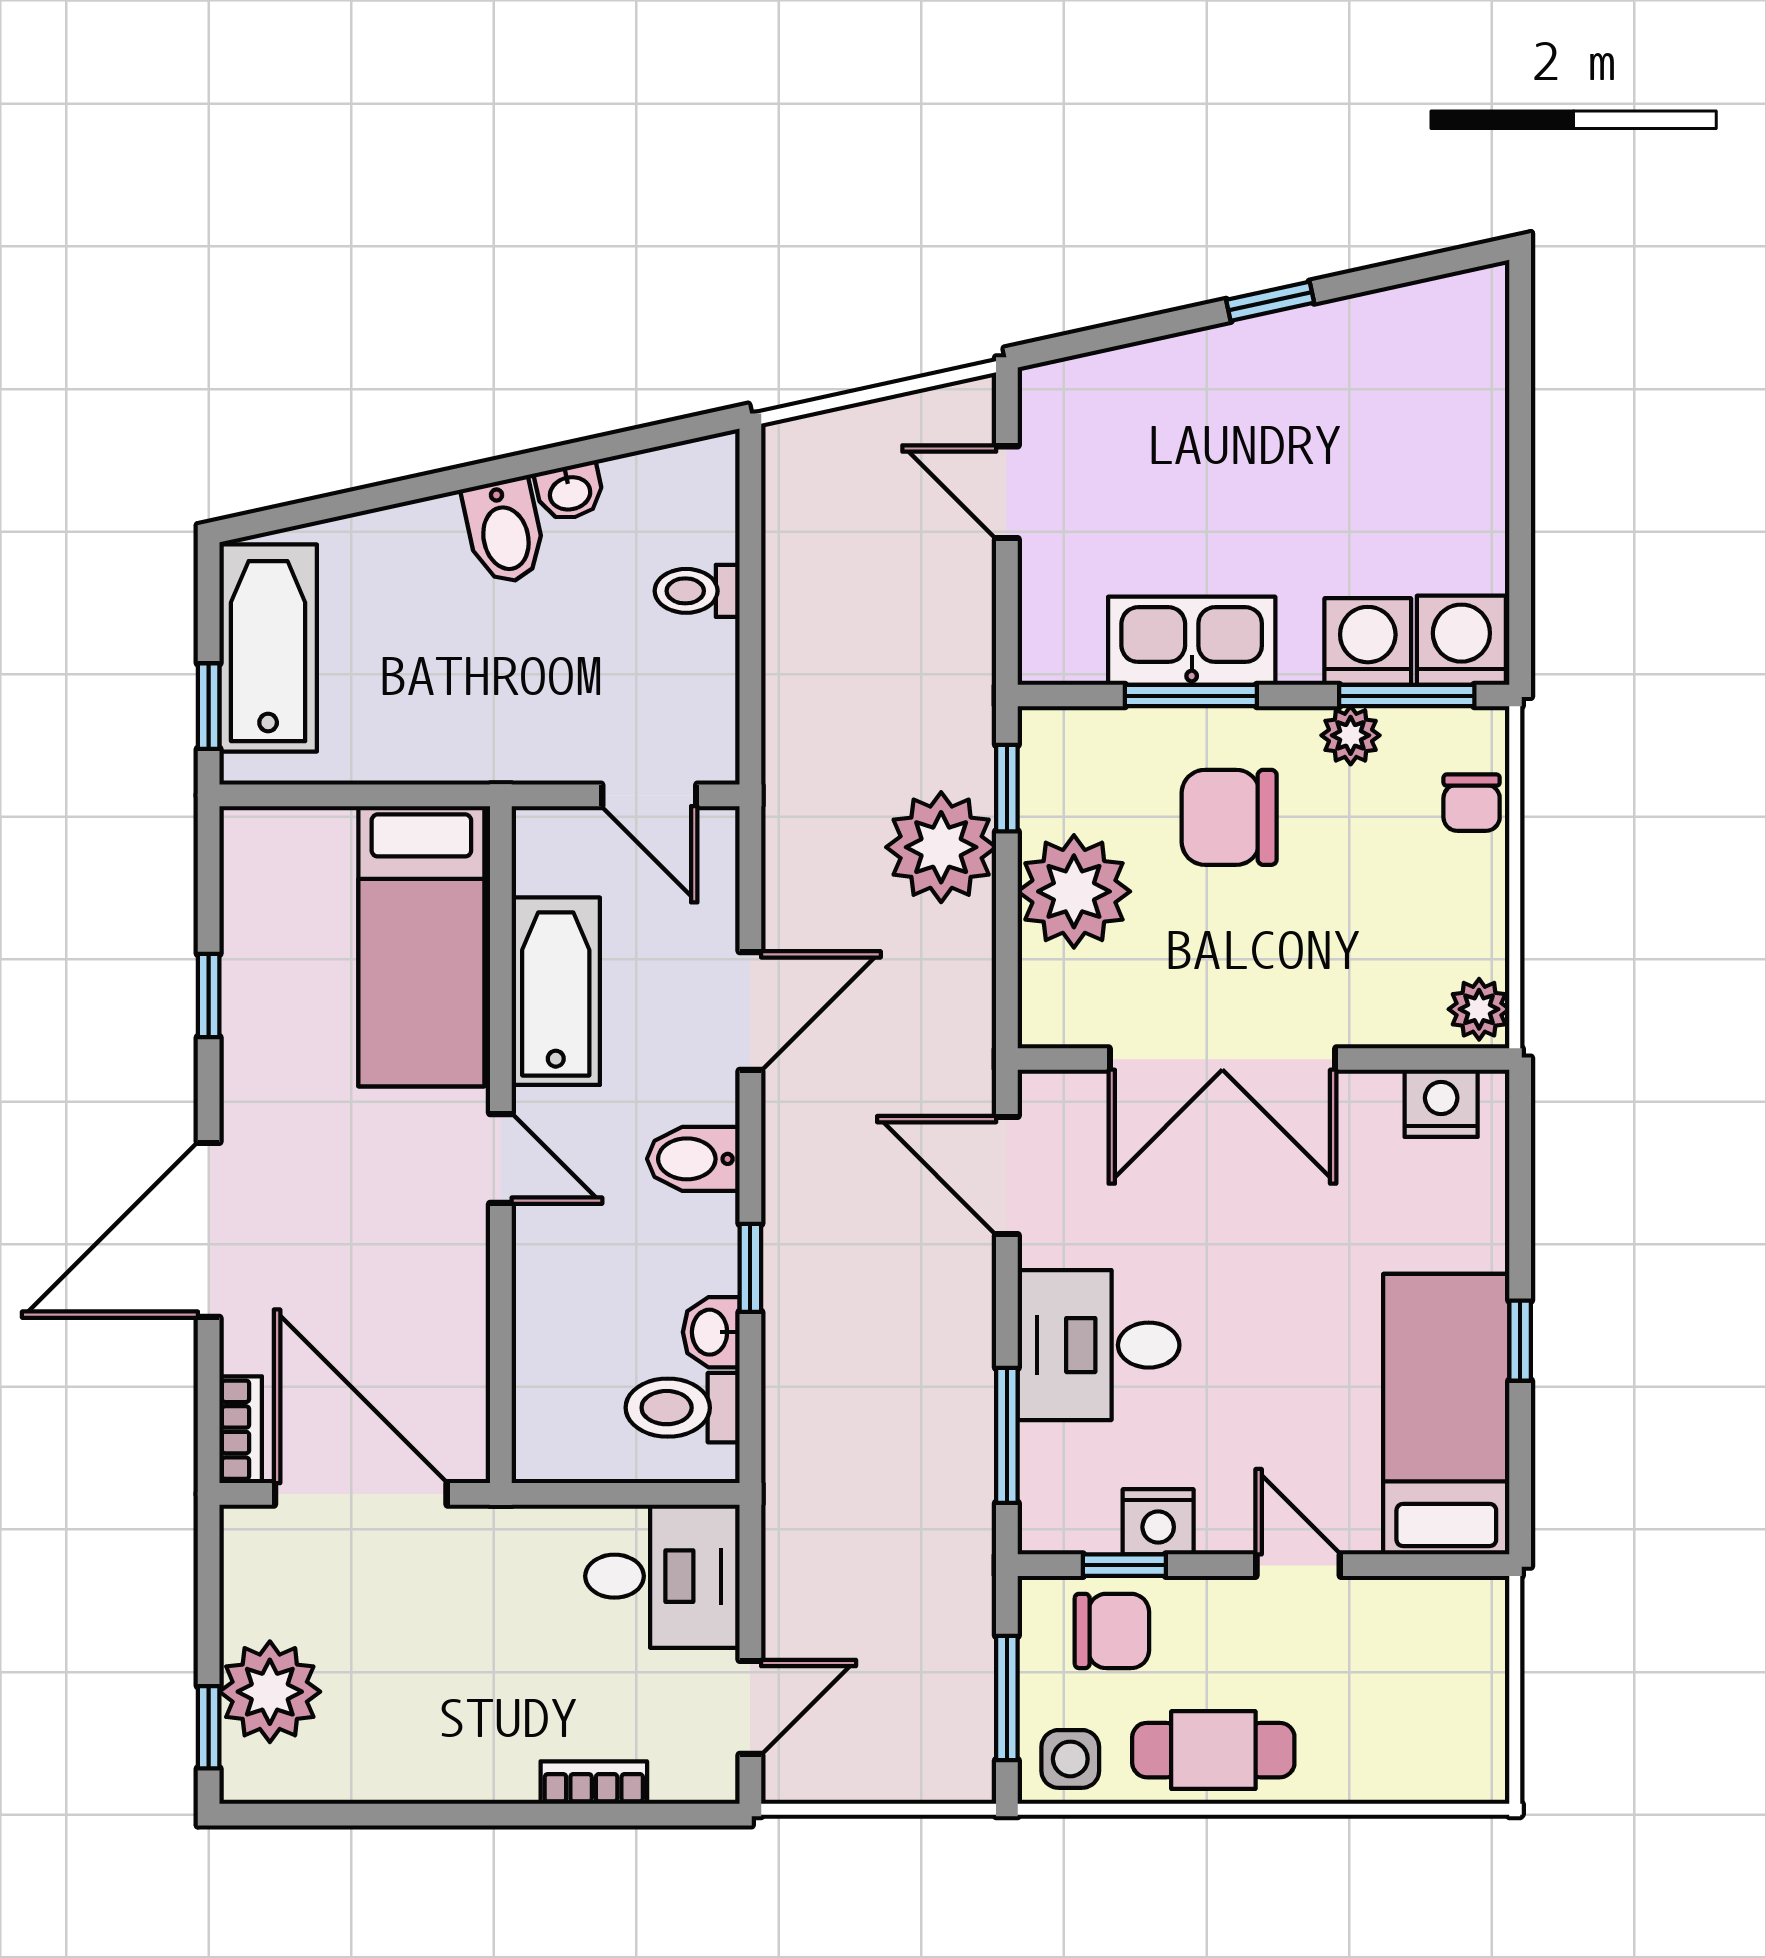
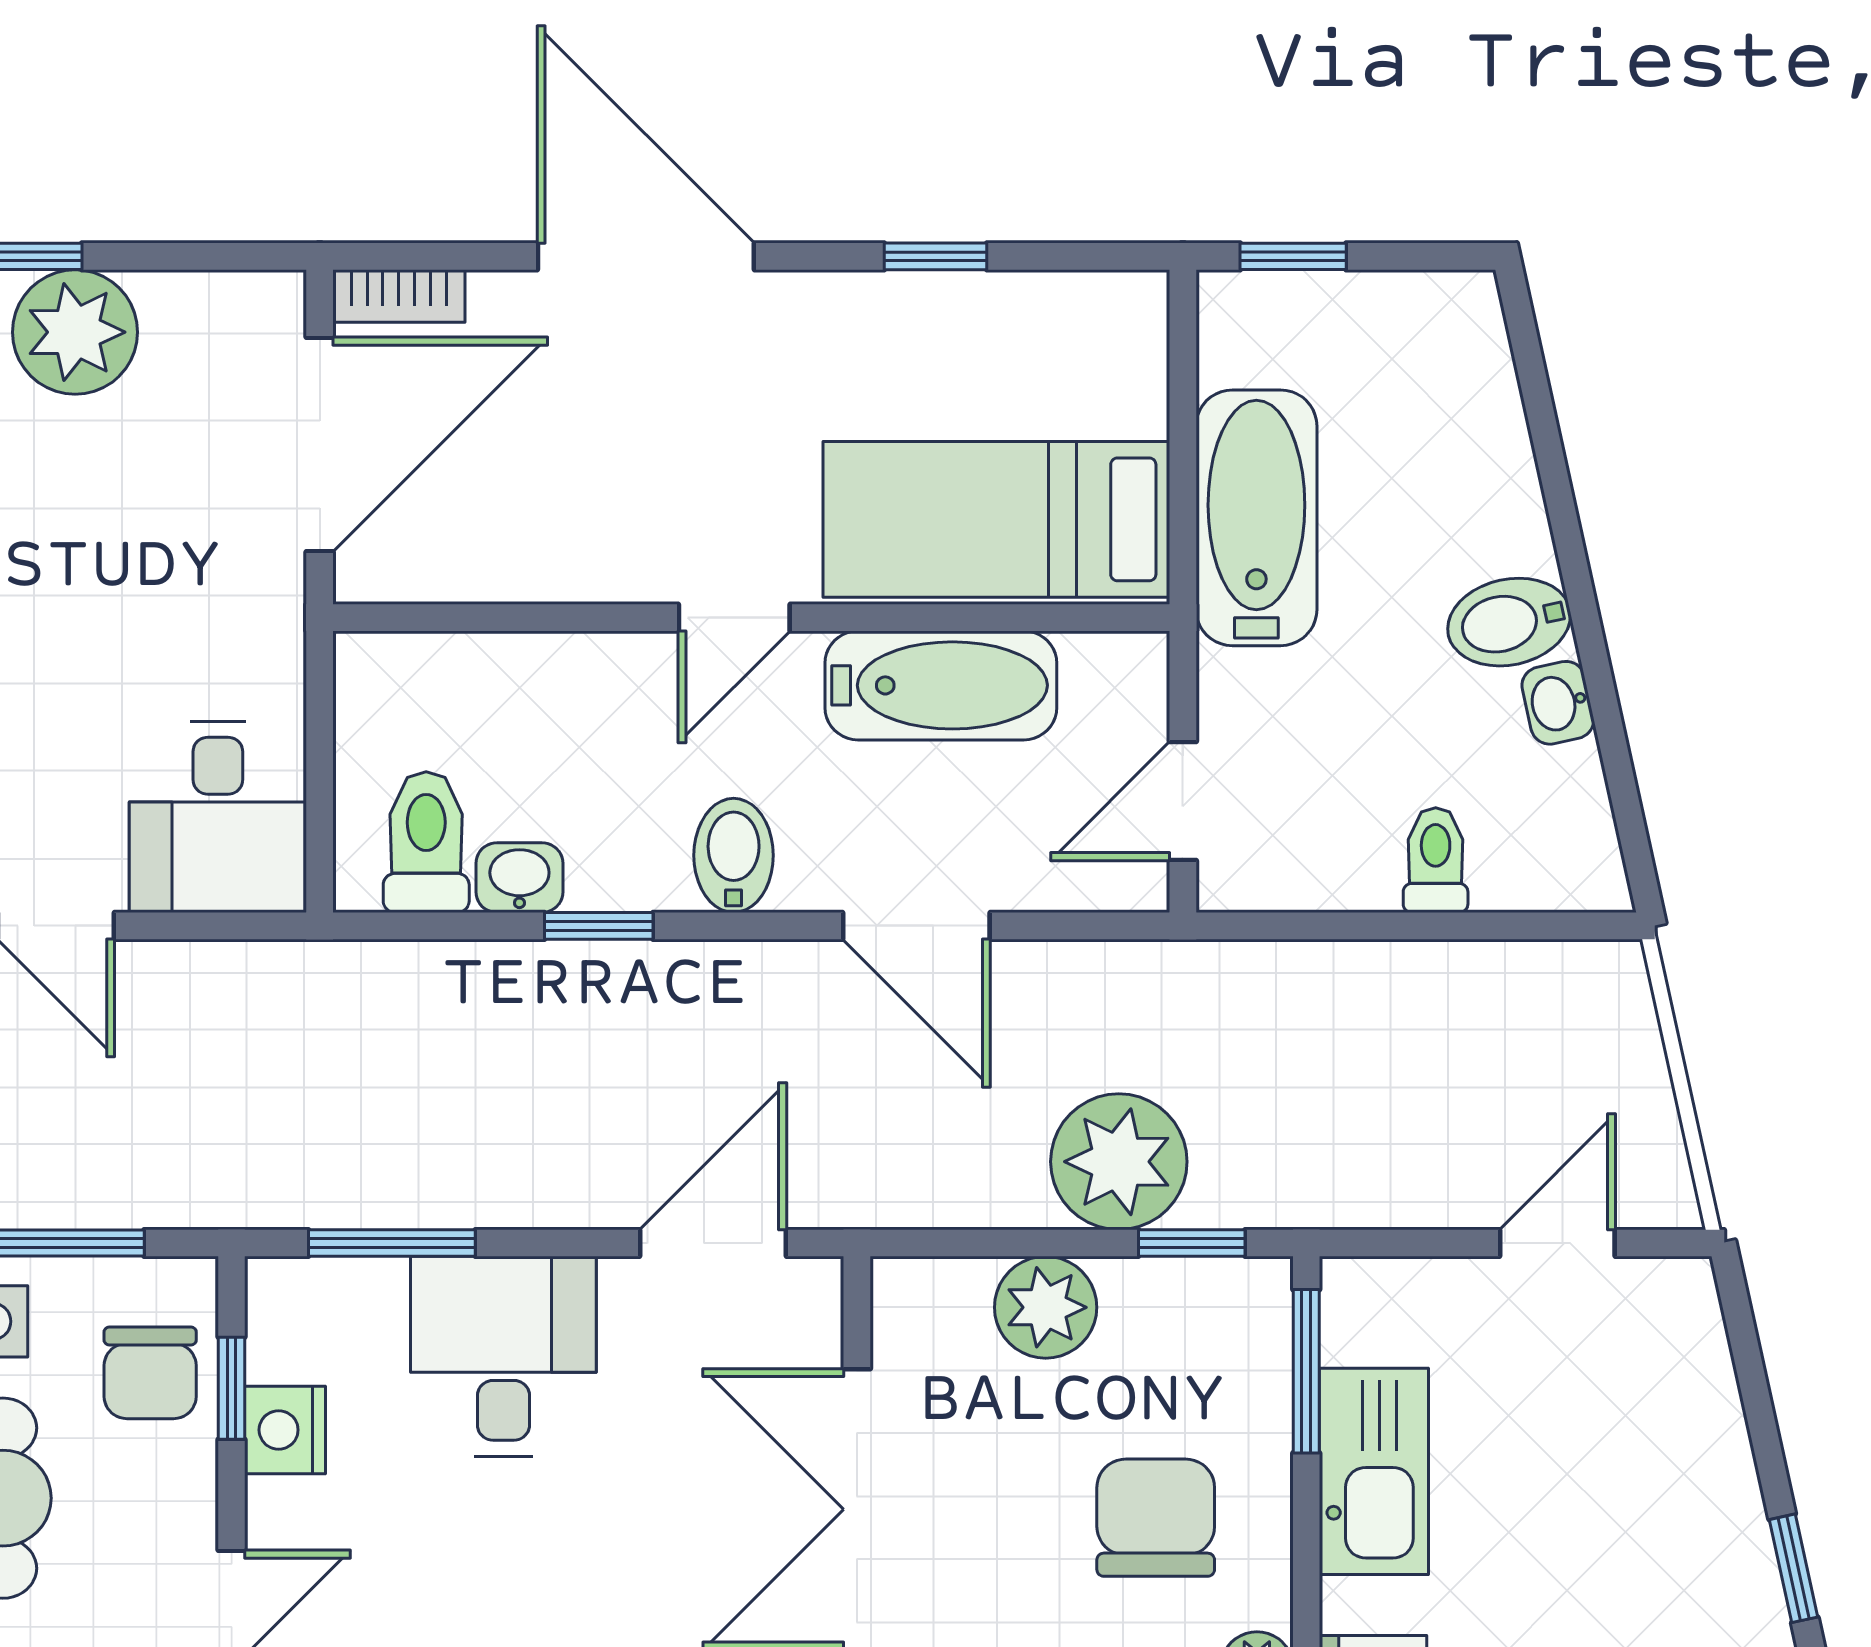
bathtub: (268, 648) -> (1256, 518), moved, turned -90
window: (1191, 696) -> (1306, 1371), moved
plant: (1074, 891) -> (1046, 1307), width x0.73, depth x0.73

